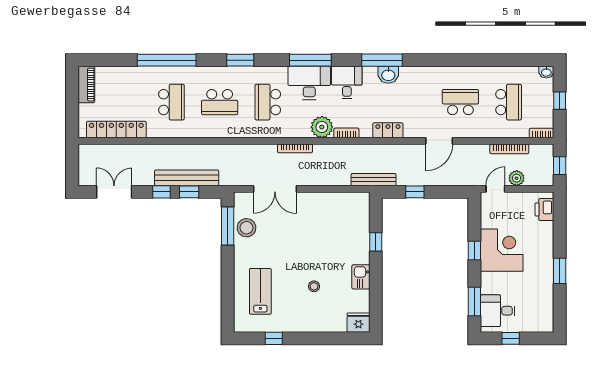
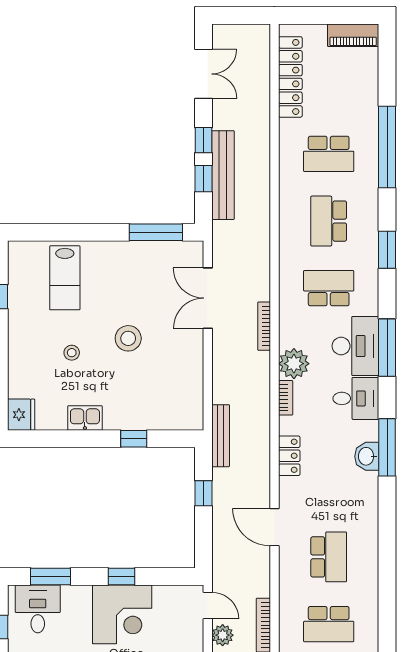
stool: (246, 228) -> (128, 338), moved
lab bench: (260, 291) -> (65, 278), turned 90

